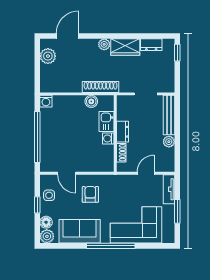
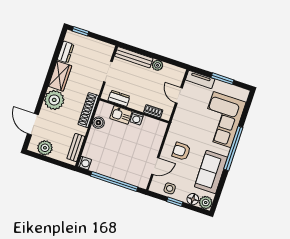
plant: (104, 44) -> (54, 100), width x1.88, depth x1.88
bench: (59, 87) -> (76, 147), added
dresser: (123, 132) -> (119, 98), moved

